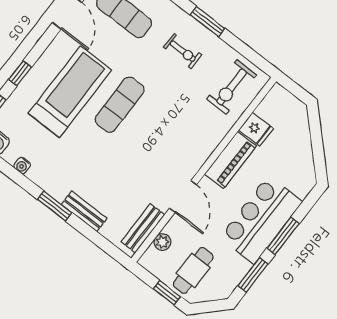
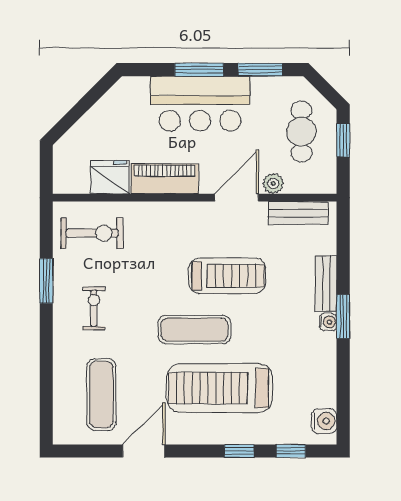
window: (207, 21) -> (46, 281), moved
fridge: (256, 129) -> (110, 177), width x1.38
treadmill: (138, 152) -> (227, 276), added
water cooler: (22, 166) -> (328, 322), moved
plant: (162, 242) -> (273, 183), moved
cafe table: (193, 271) -> (301, 132), turned 90

